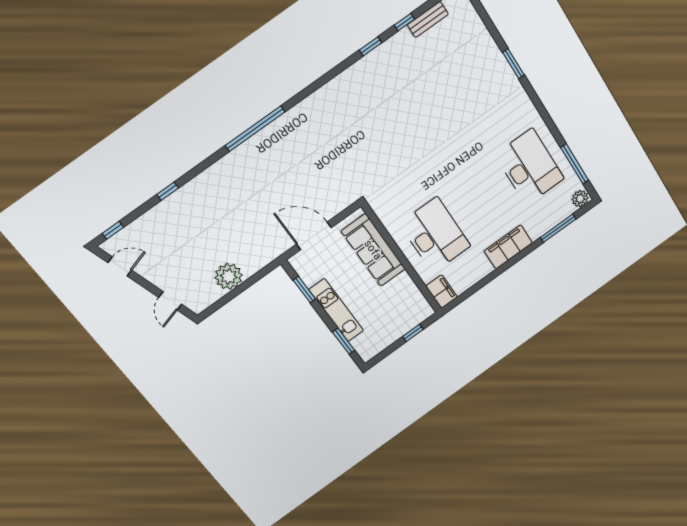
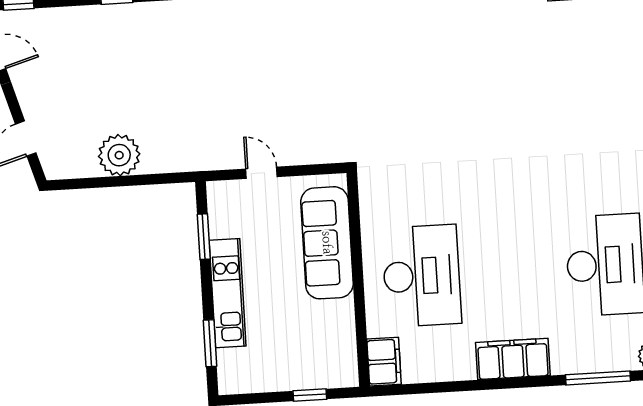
door: (314, 236) -> (261, 173), width x0.53

